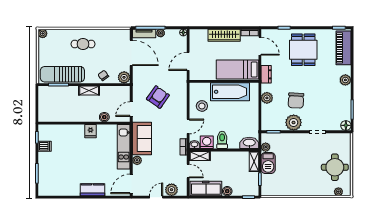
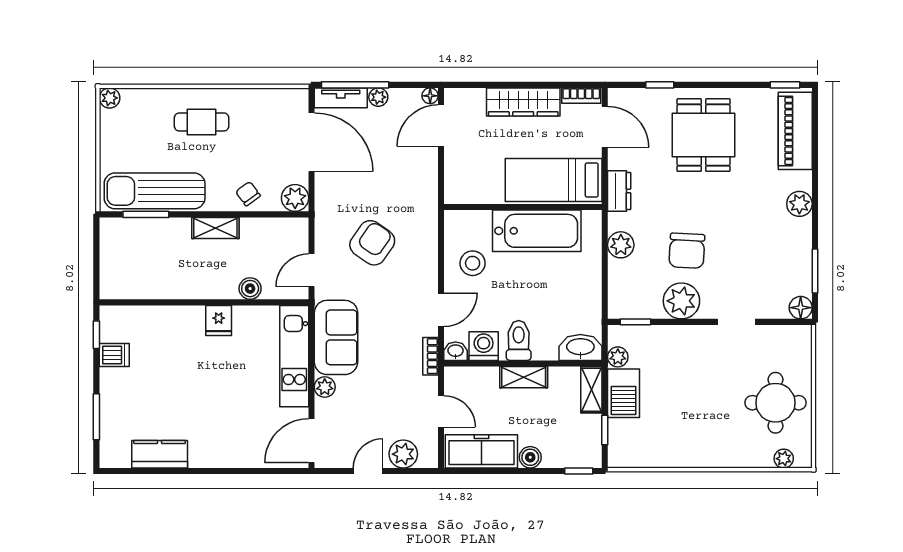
door: (188, 61) -> (441, 125), moved
shelving: (200, 156) -> (524, 377), moved
kitchen counter: (92, 190) -> (160, 454), moved

